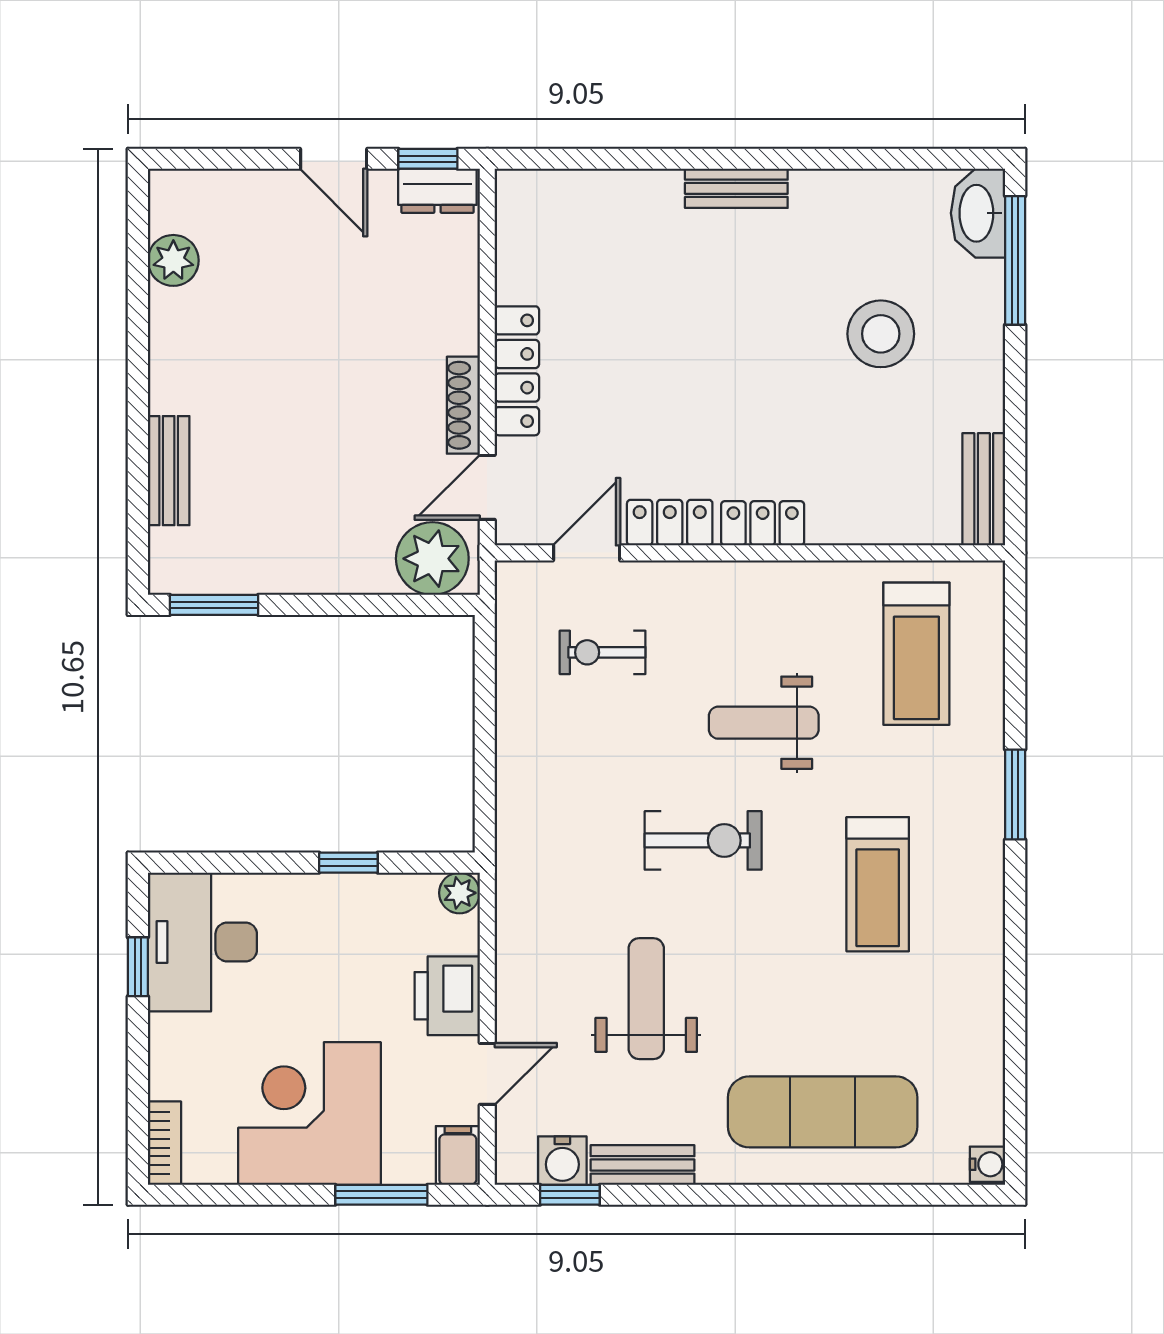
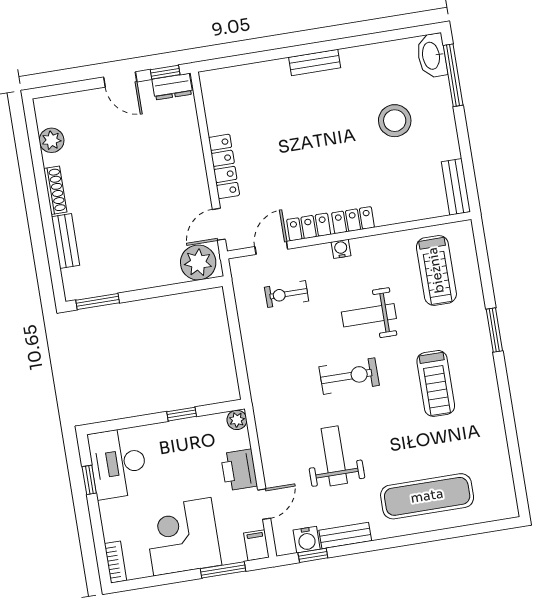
shoe rack: (463, 405) -> (55, 190), moved, turned 180
water cooler: (988, 1164) -> (341, 249), moved, turned -90

